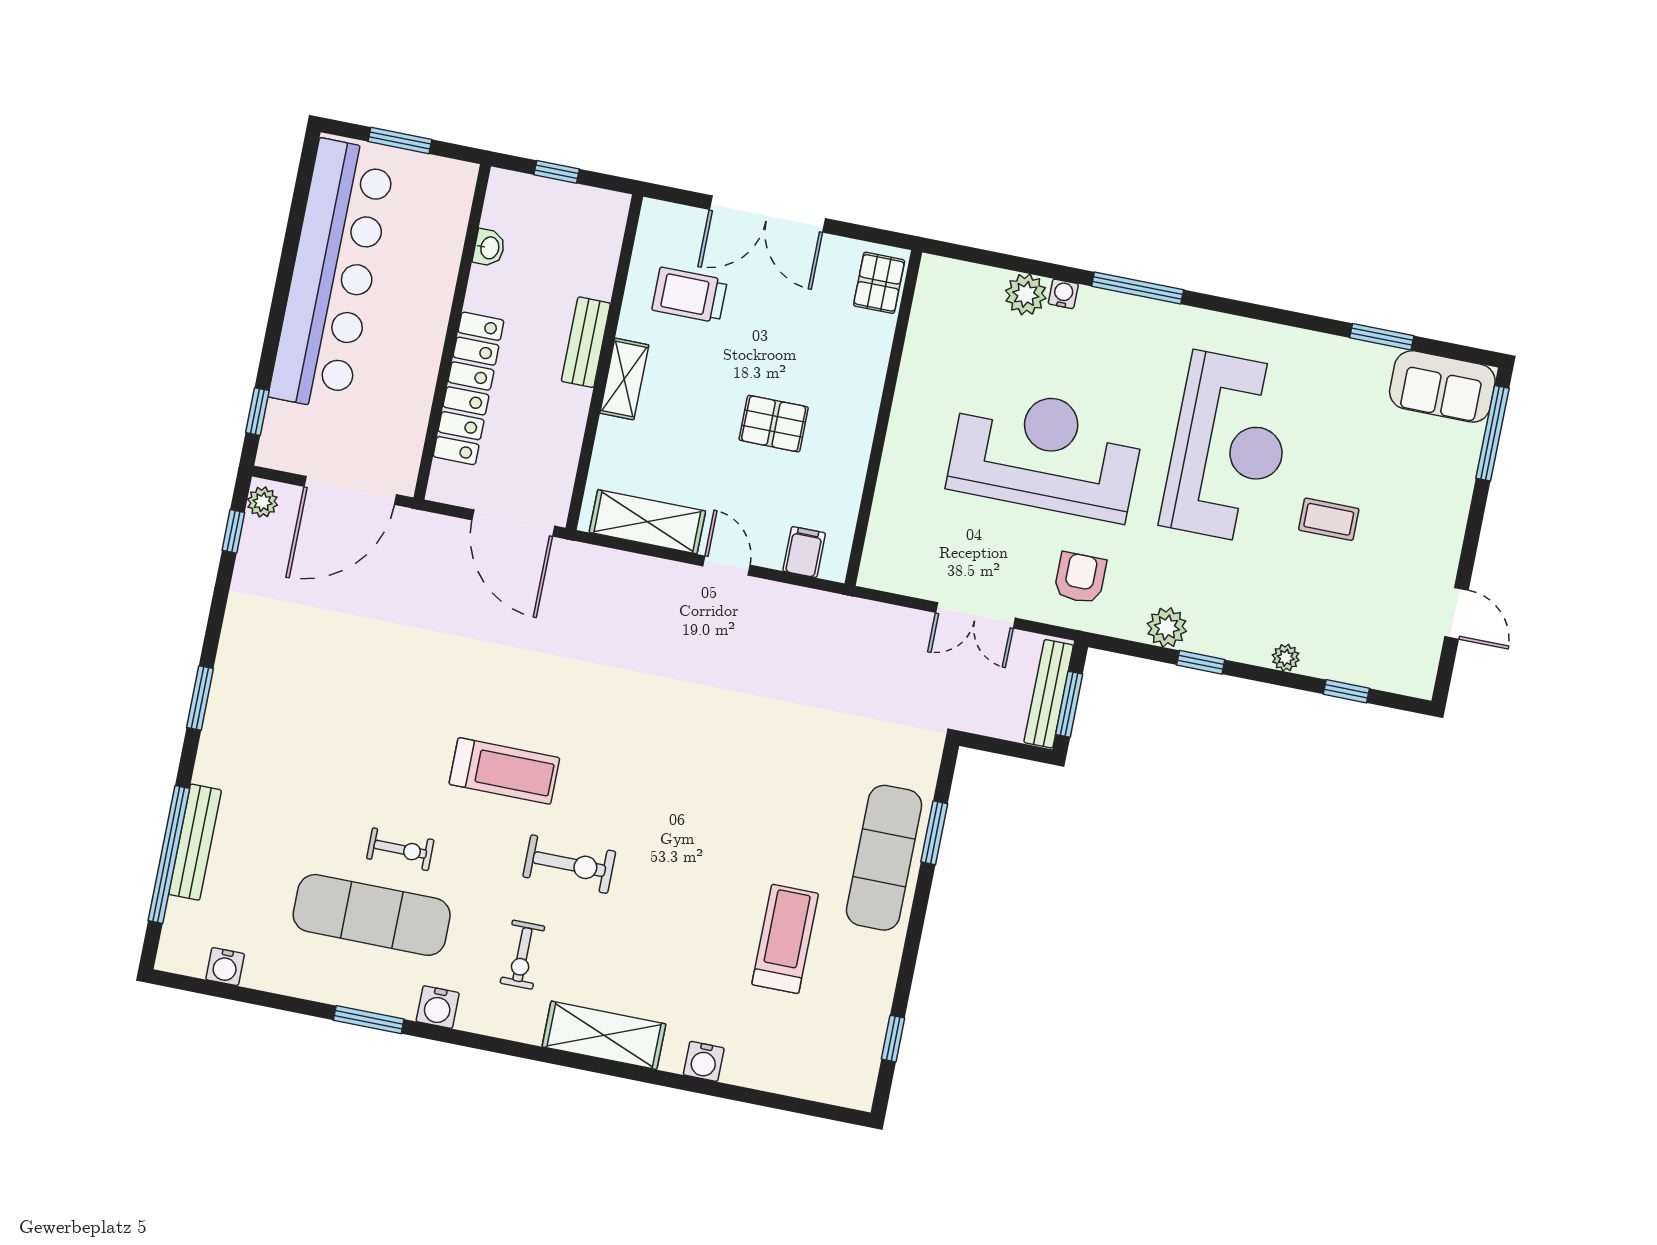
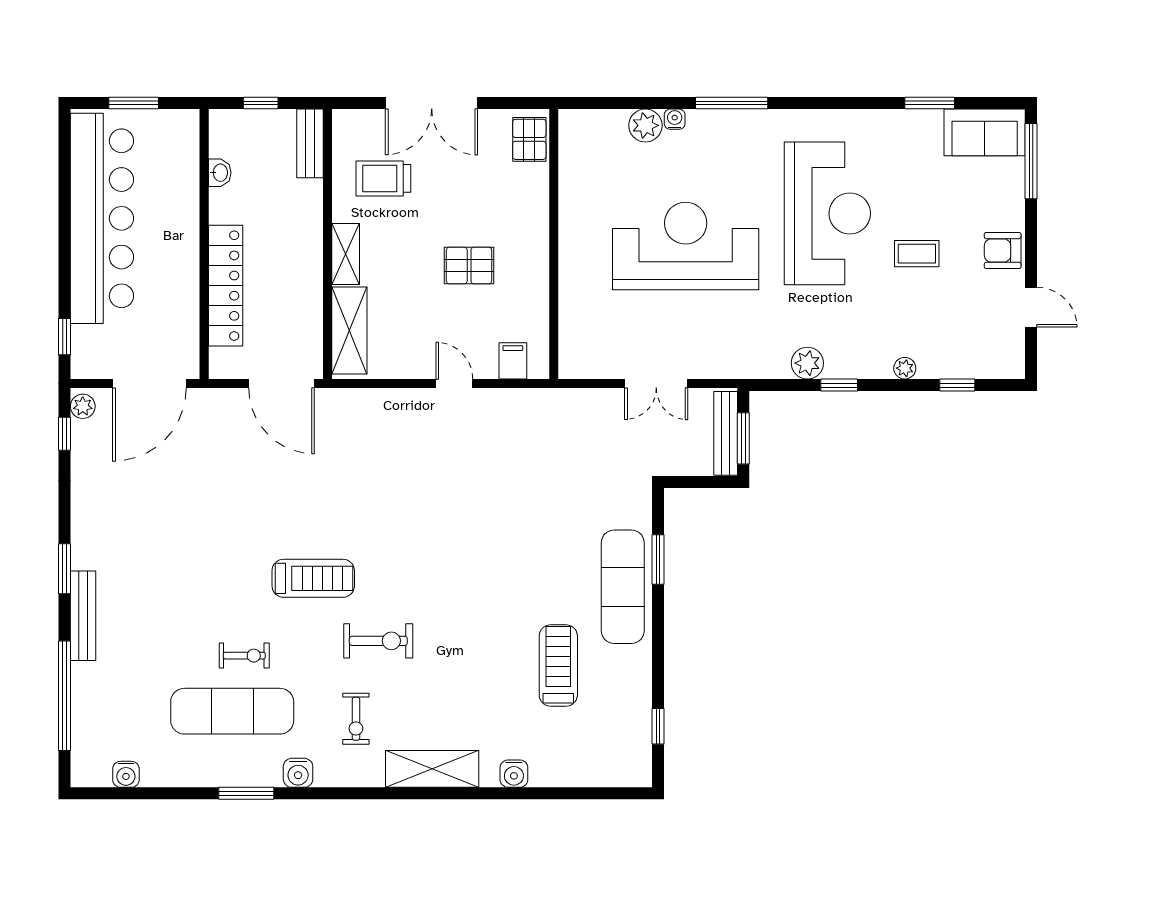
bench: (586, 342) -> (310, 143), moved
shelving: (647, 522) -> (349, 331), moved, turned 90
armchair: (1080, 578) -> (1003, 250), moved, turned -90
bench: (195, 842) -> (83, 616), moved

